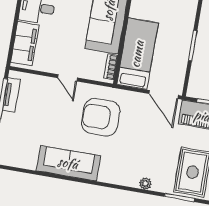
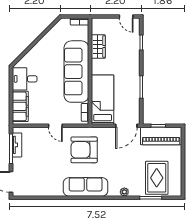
door: (164, 94) -> (126, 126), hinge flipped
sofa: (68, 163) -> (86, 187), moved

